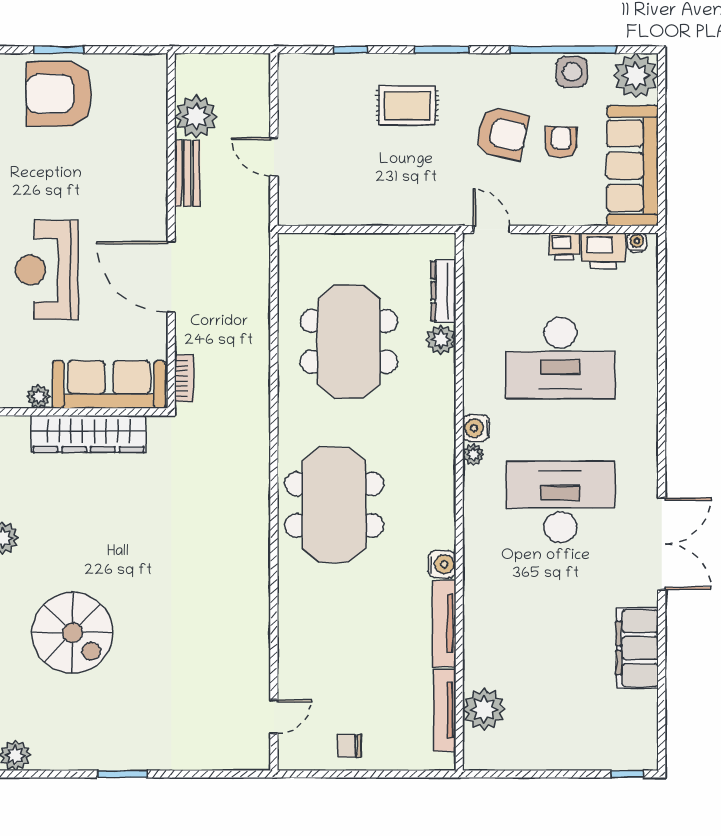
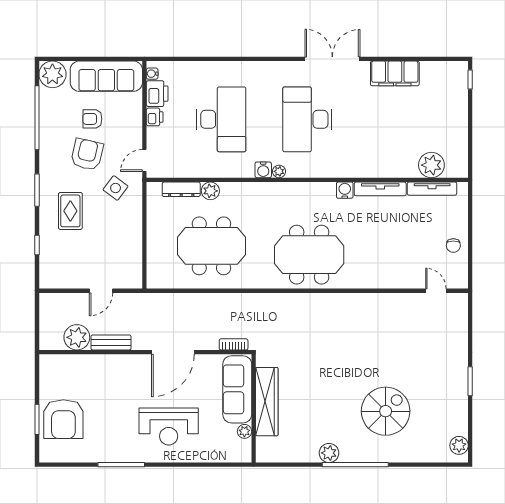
side table: (572, 72) -> (116, 188), moved, turned 37

